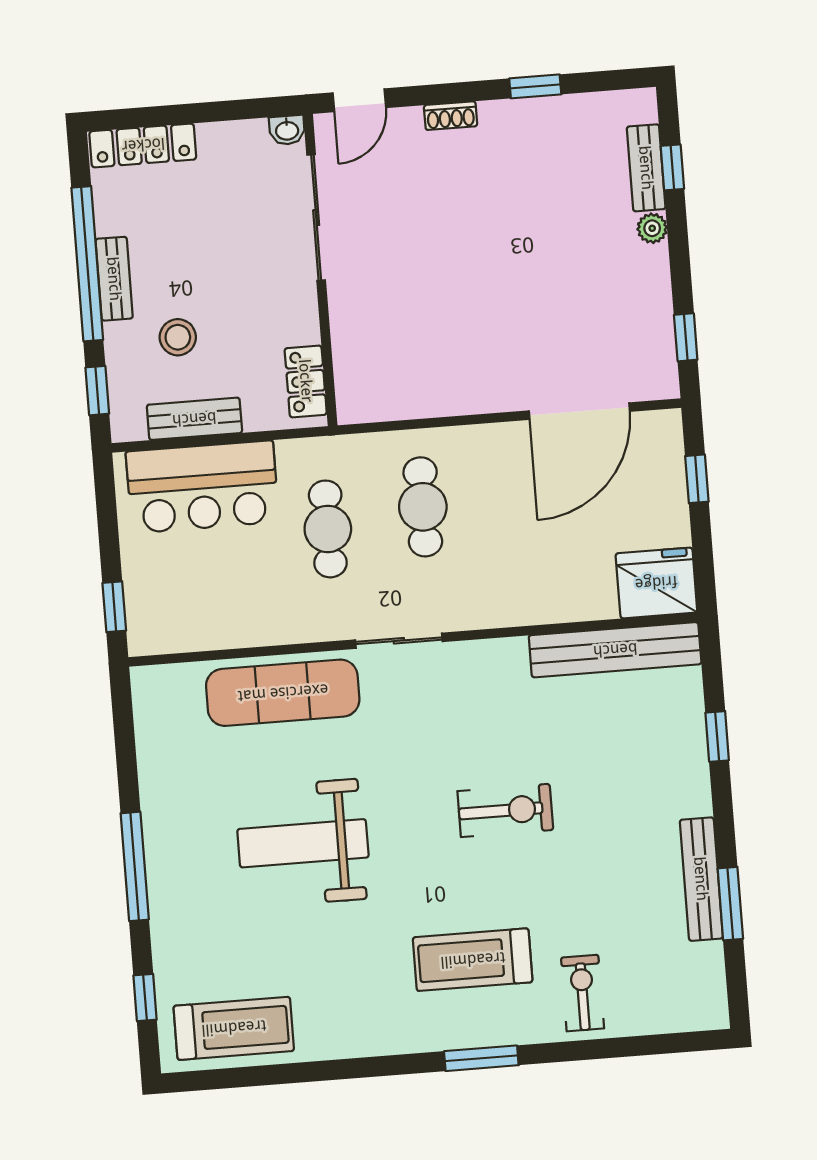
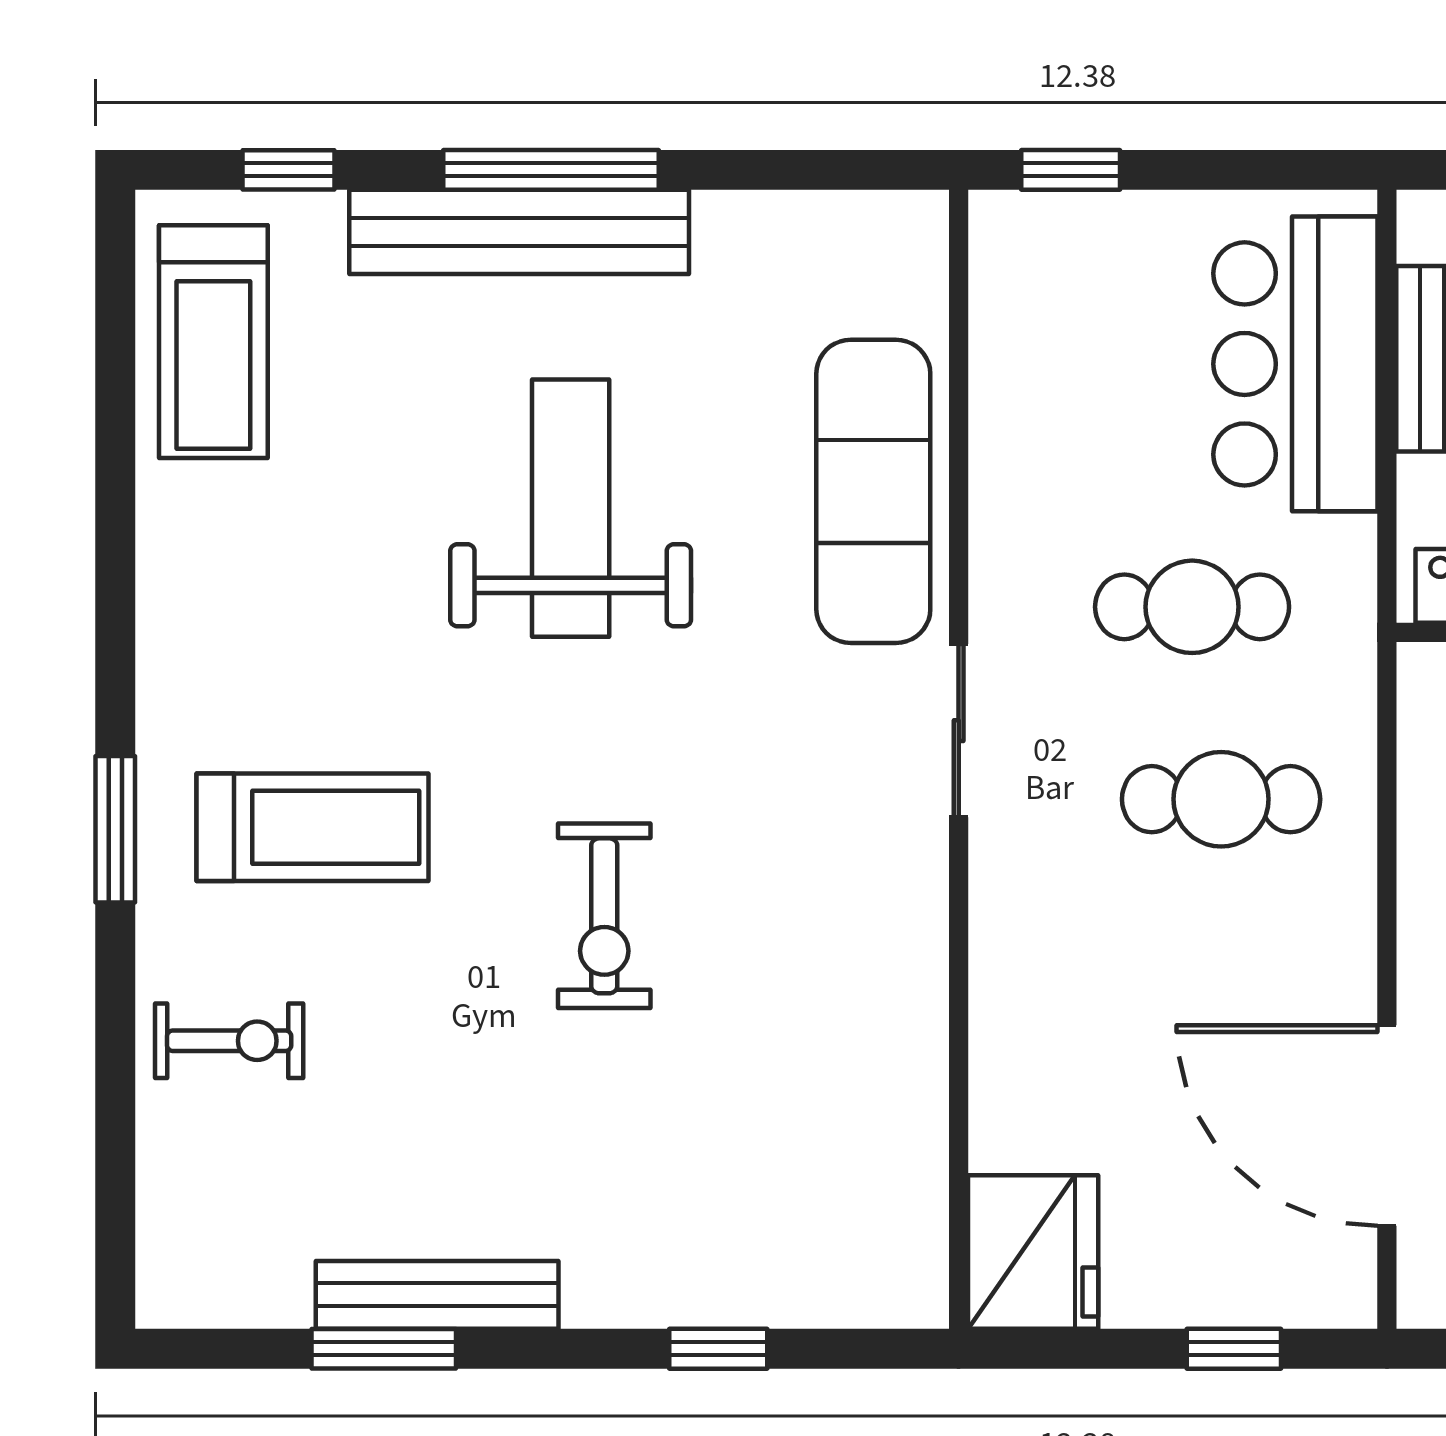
bench: (615, 650) -> (519, 232), moved, turned 90
treadmill: (473, 960) -> (312, 827), turned 90

